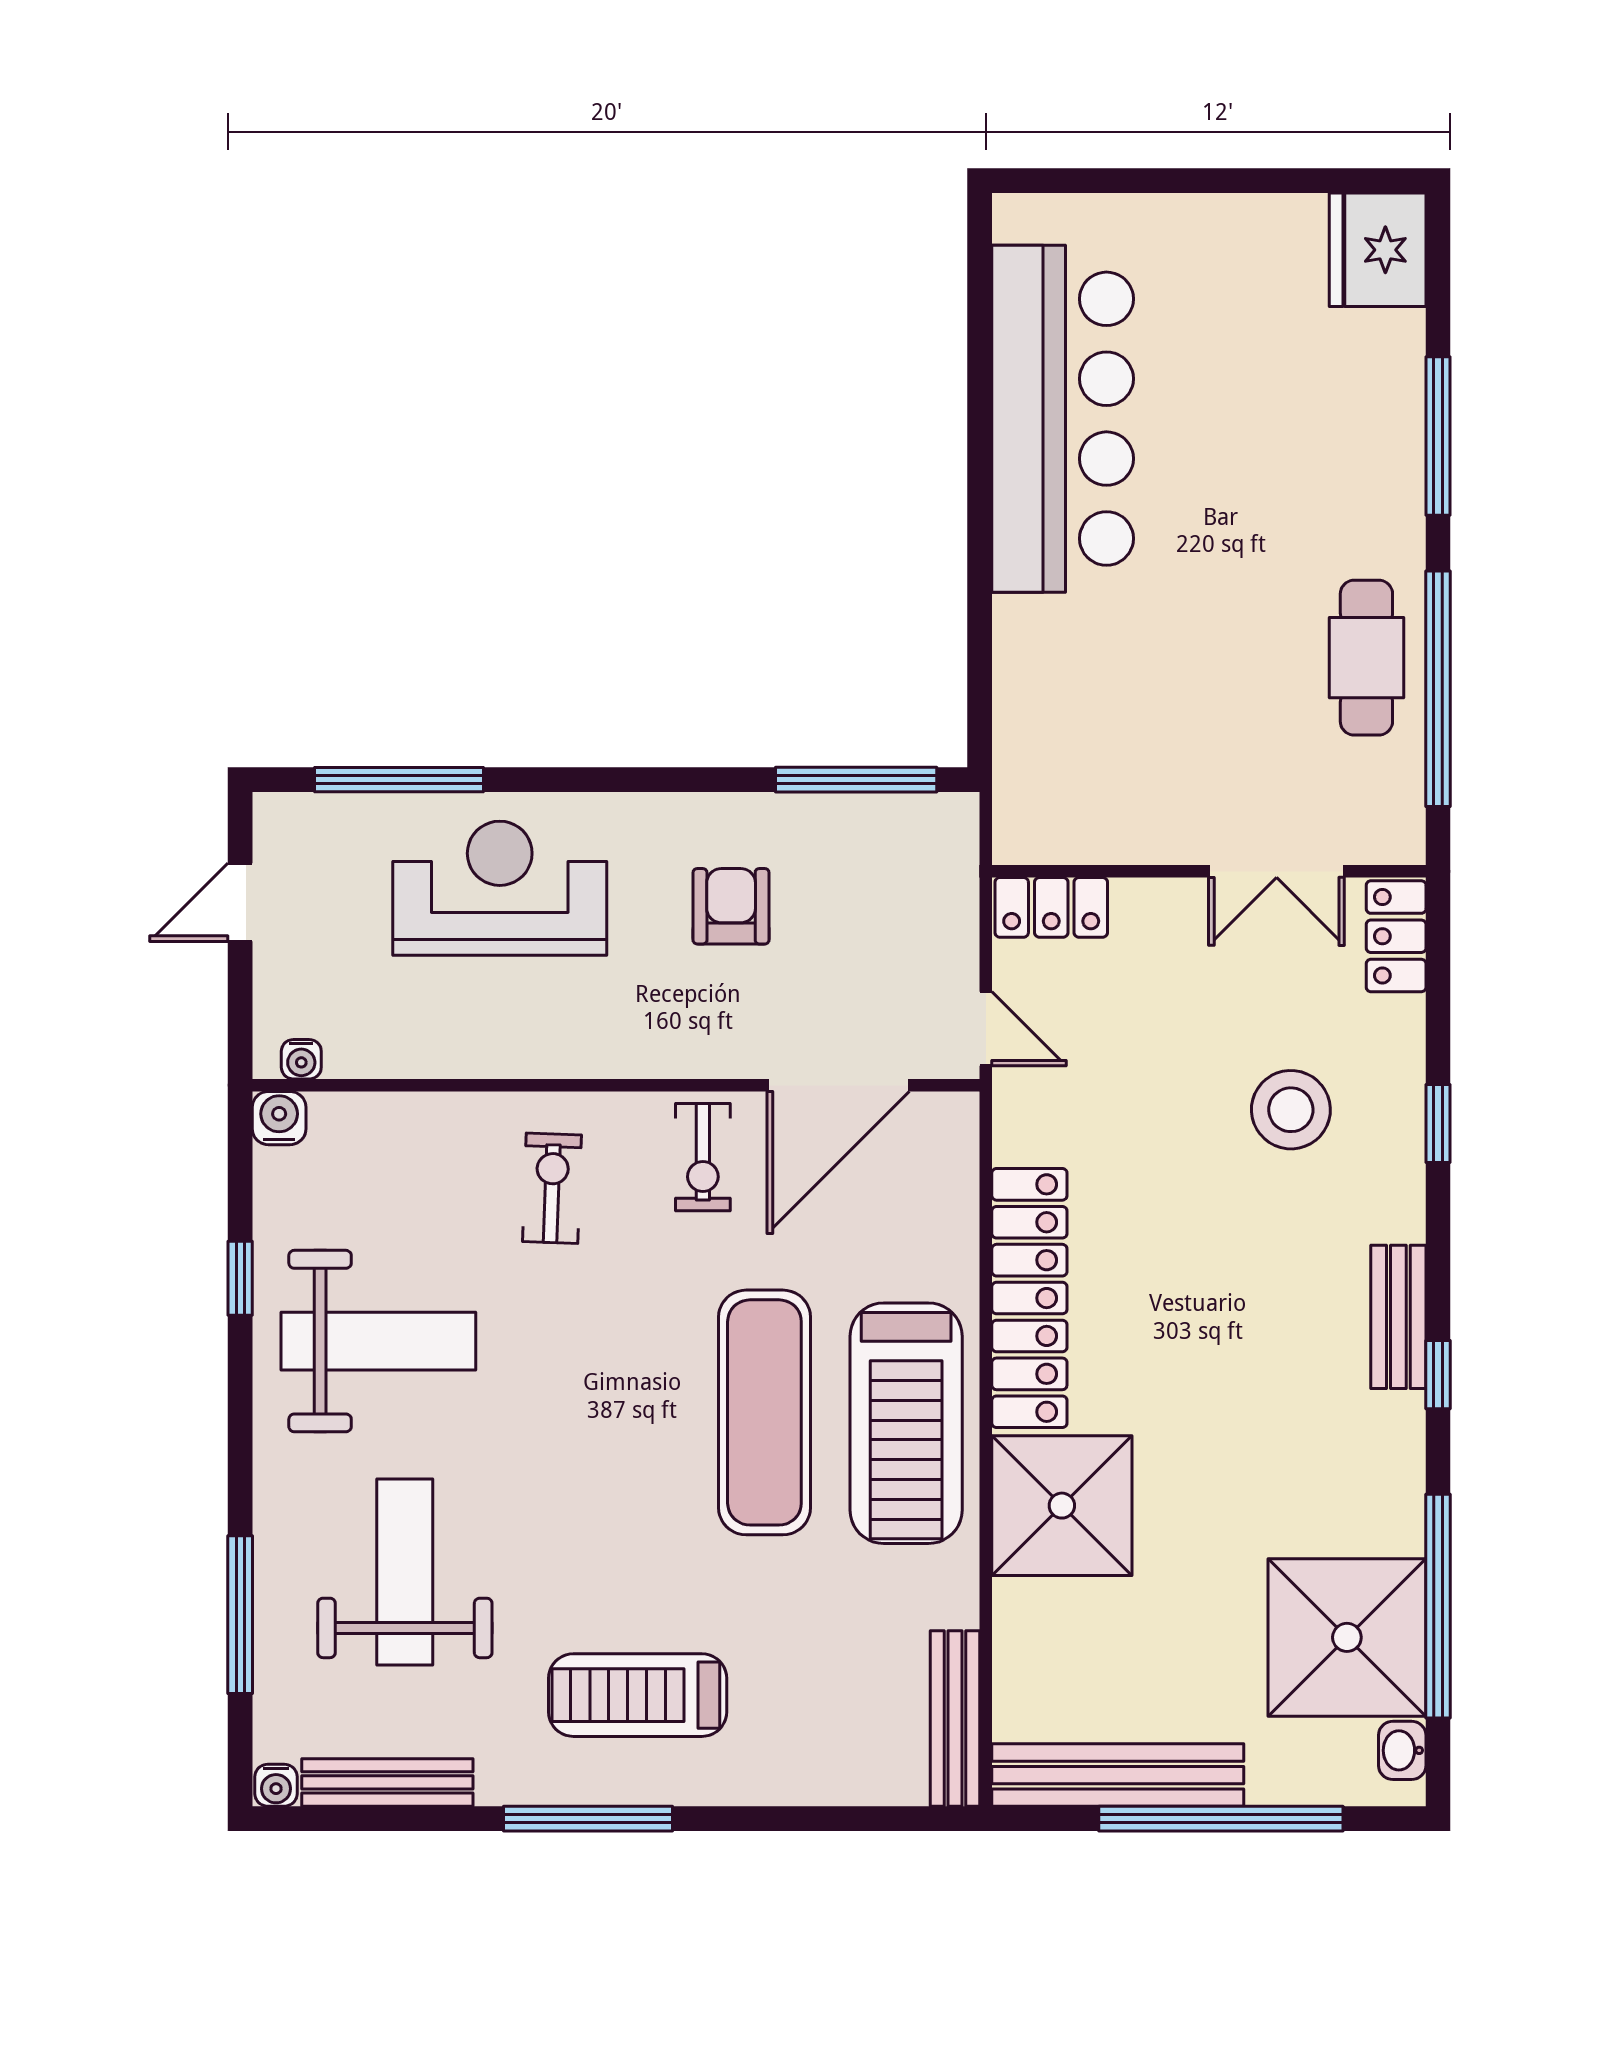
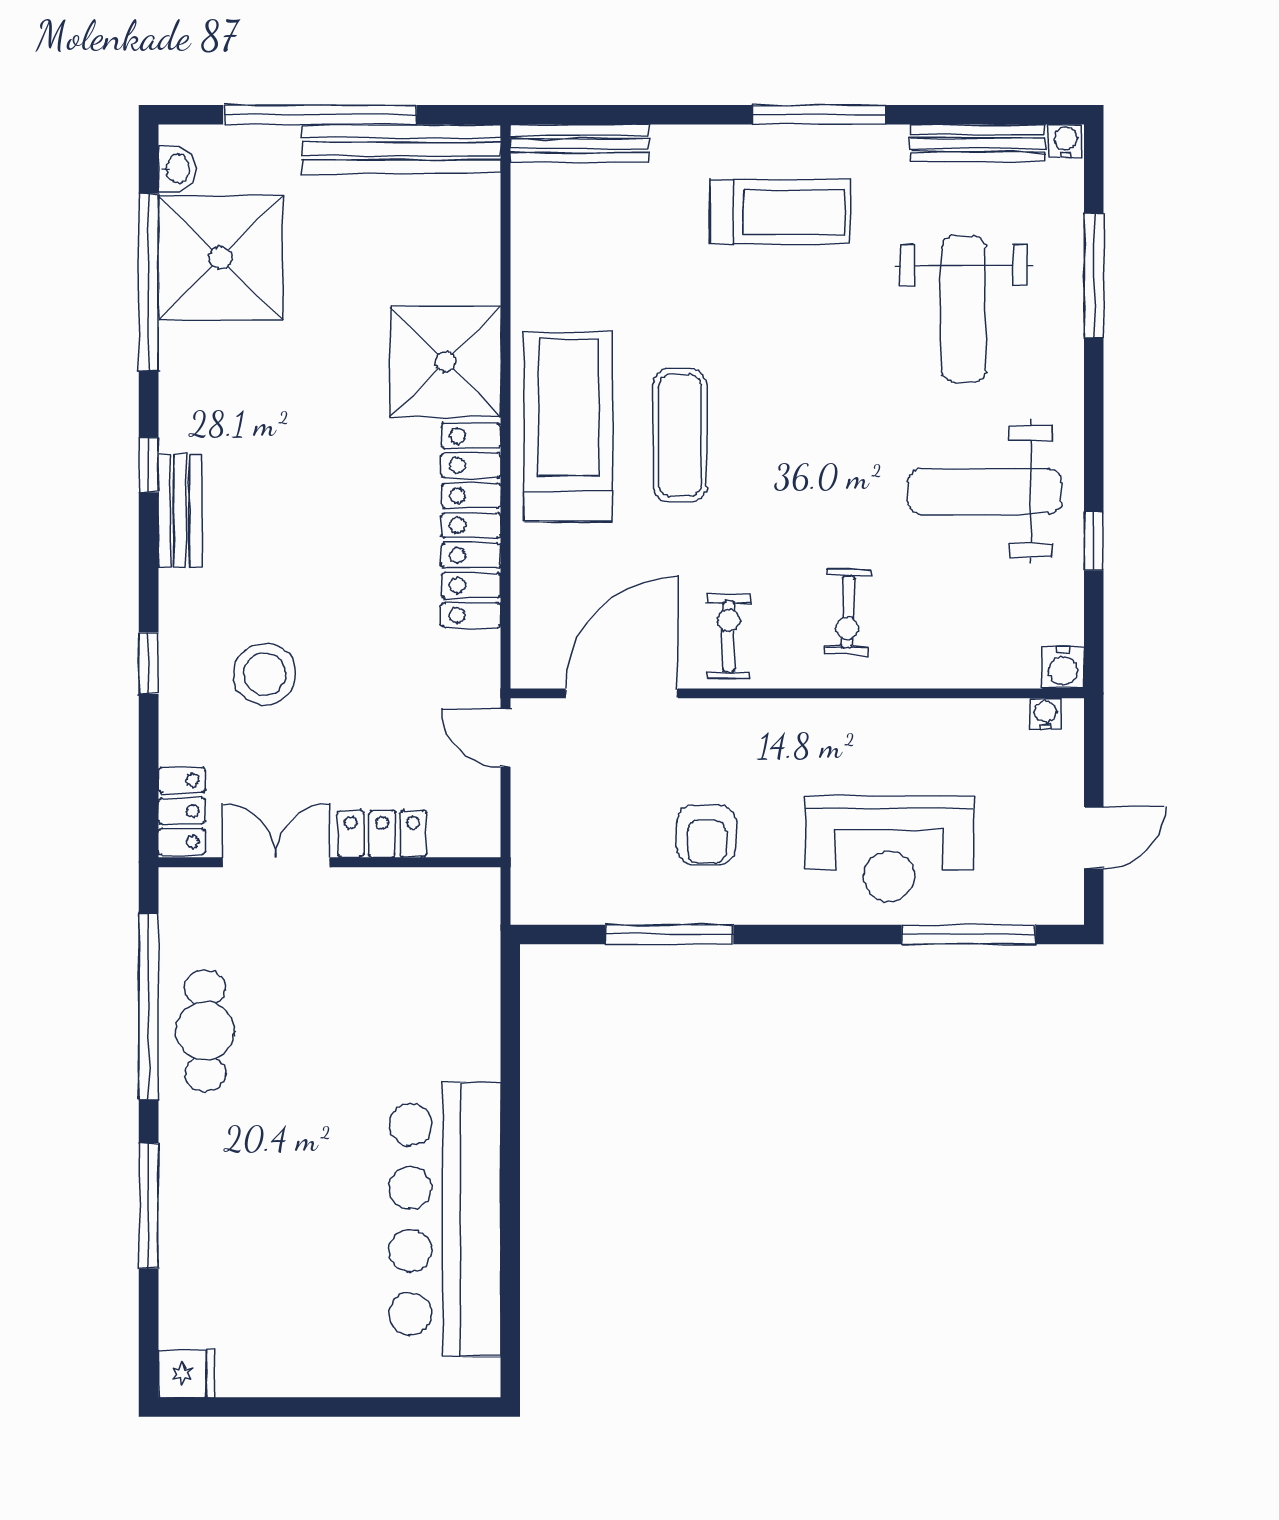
fridge: (1378, 250) -> (187, 1374), width x0.53, depth x0.75
window: (856, 780) -> (669, 935), moved
locker: (1051, 907) -> (382, 834), moved
exercise mat: (764, 1412) -> (680, 435), width x0.73, depth x0.69
bench: (955, 1719) -> (580, 144), moved, turned 90

